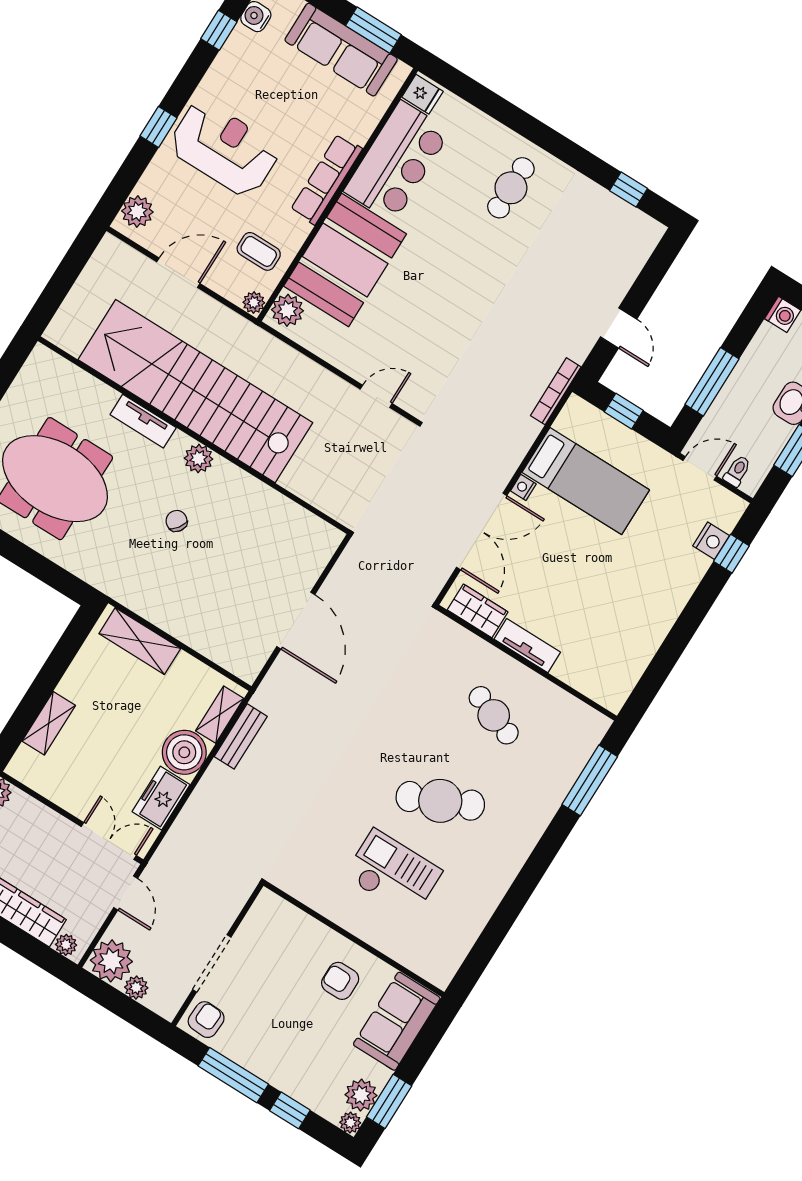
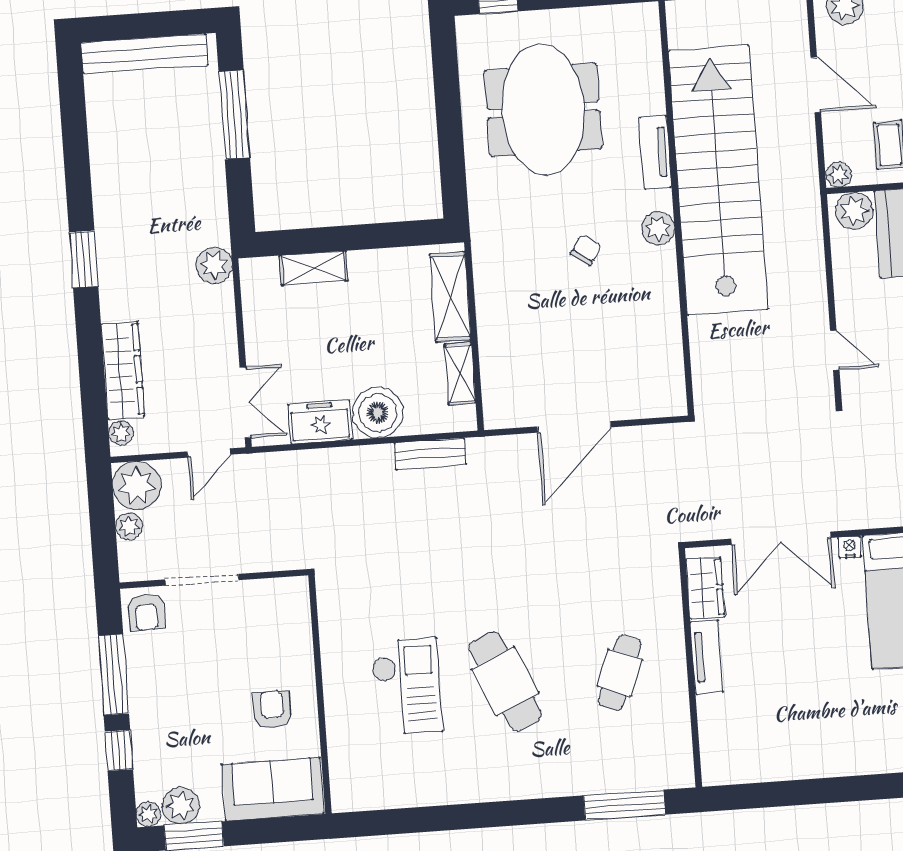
shelving: (220, 715) -> (460, 373), moved, turned 90
armchair: (206, 1020) -> (146, 612), turned 87

